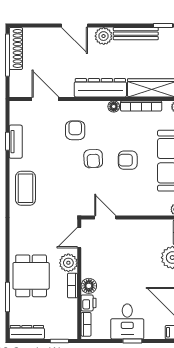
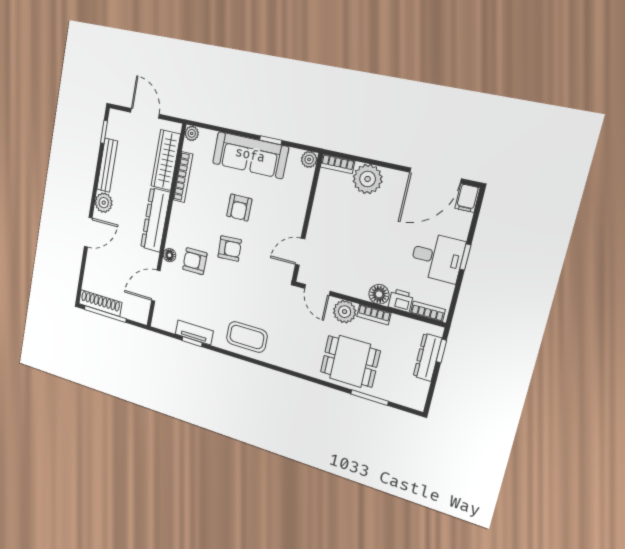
floor lamp: (114, 106) -> (170, 255), moved
dresser: (27, 332) -> (427, 357), moved

